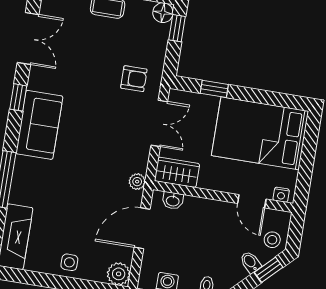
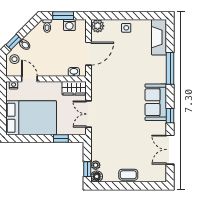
armchair: (134, 79) -> (107, 137), removed
plant: (137, 182) -> (96, 165), moved

